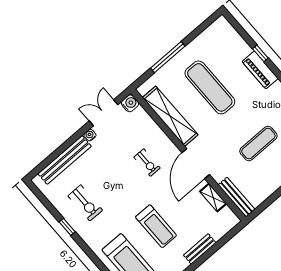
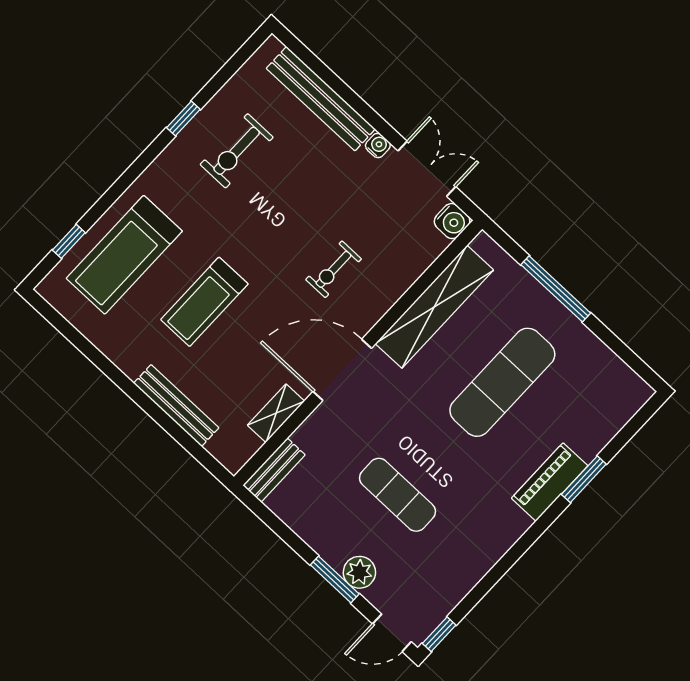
window: (260, 53) -> (584, 479), width x1.50
bench: (236, 197) -> (274, 470), width x0.73
bench: (200, 249) -> (176, 405), width x1.36

